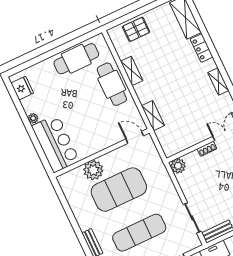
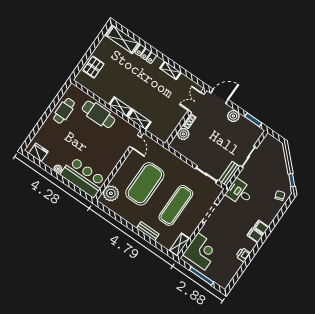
cafe table: (76, 59) -> (64, 111), width x0.73, depth x0.74
shelving: (132, 71) -> (120, 107), moved
door: (135, 137) -> (135, 142), swing flipped
plant: (178, 166) -> (183, 134), moved
plant: (93, 170) -> (111, 193), moved

